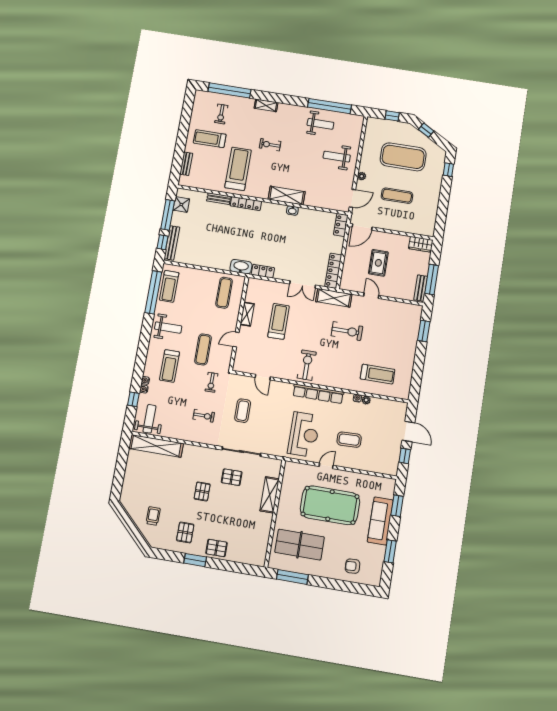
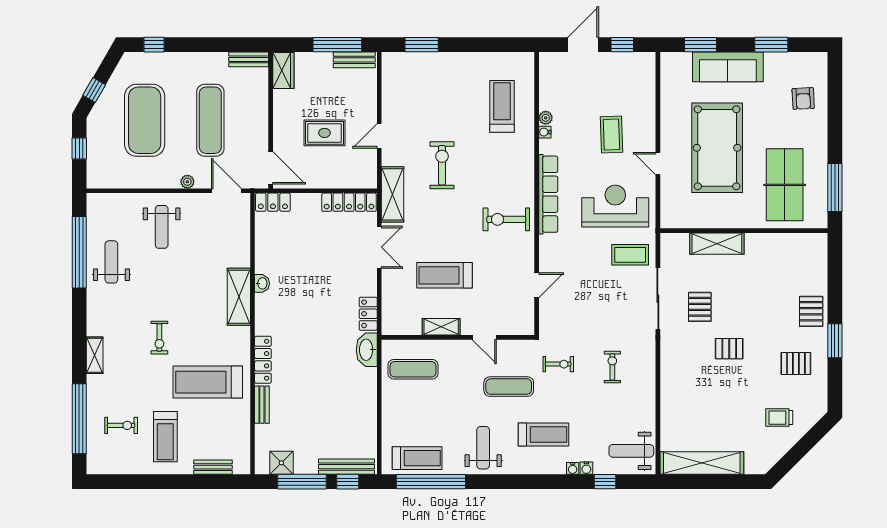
exercise mat: (397, 196) -> (210, 120), width x1.36, depth x1.45
bench: (431, 225) -> (249, 59), added
coffee table: (243, 411) -> (630, 255), moved
shelving: (156, 446) -> (702, 463), moved, turned 90

